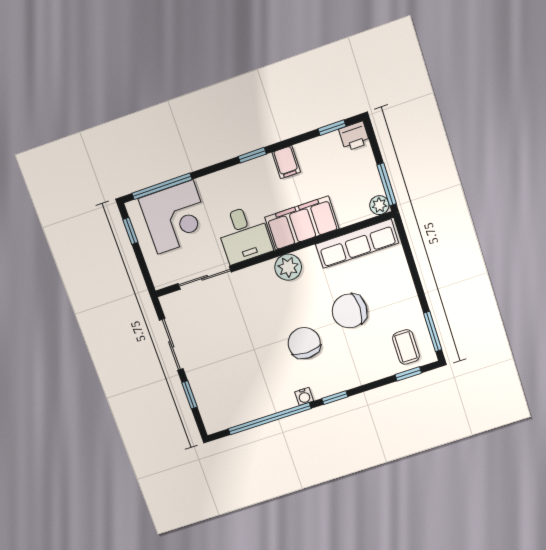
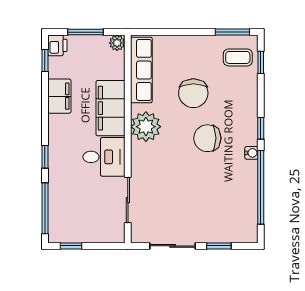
window: (252, 155) -> (45, 157), moved
filing cabinet: (286, 162) -> (59, 96), width x2.00
window: (387, 184) -> (86, 32), moved
corner desk: (175, 217) -> (72, 206), removed
plant: (288, 267) -> (146, 127), width x1.36, depth x1.36

